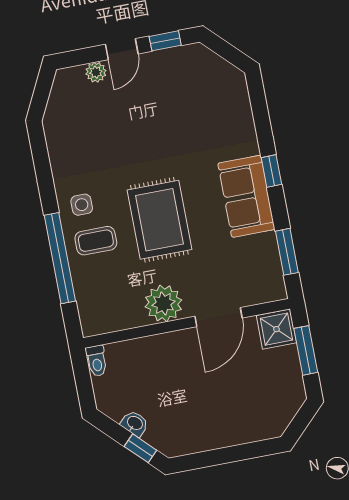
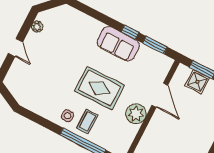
window: (165, 41) -> (26, 27), removed
plant: (96, 72) -> (37, 27), moved
window: (271, 171) -> (130, 32), moved
shower: (276, 329) -> (197, 82), moved

